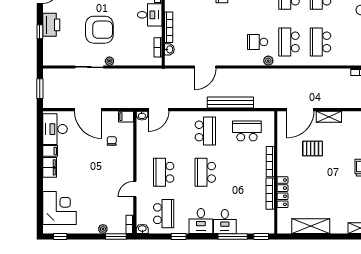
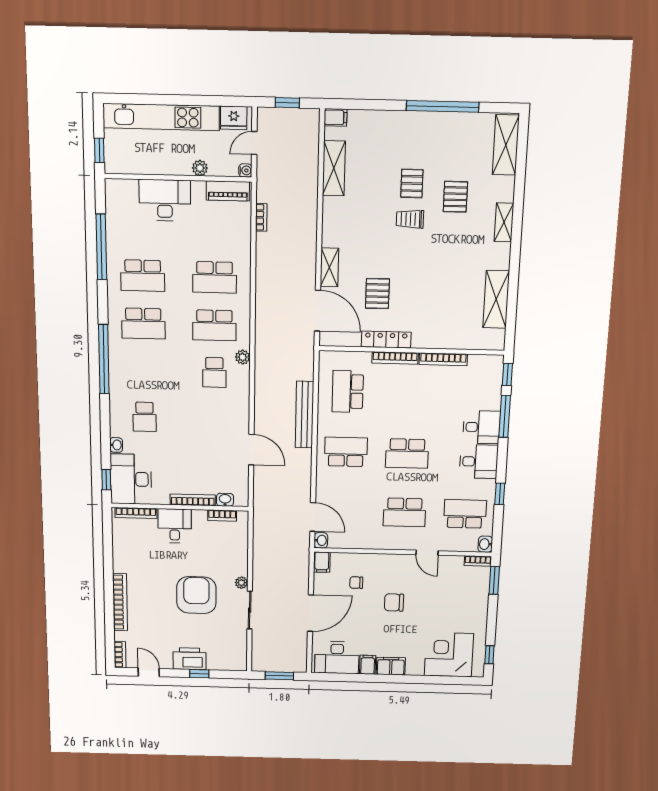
chair: (98, 168) -> (394, 602), added
locker: (282, 192) -> (386, 340), moved
plant: (103, 229) -> (482, 598), removed

